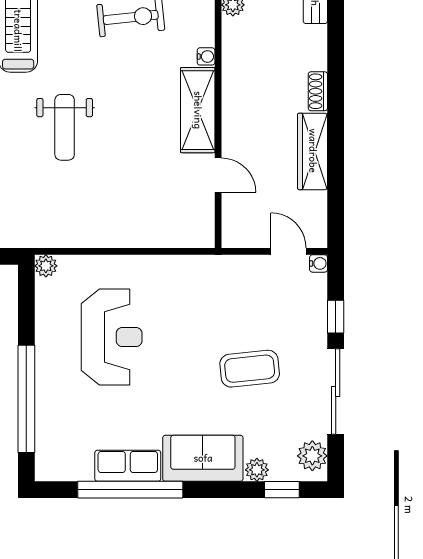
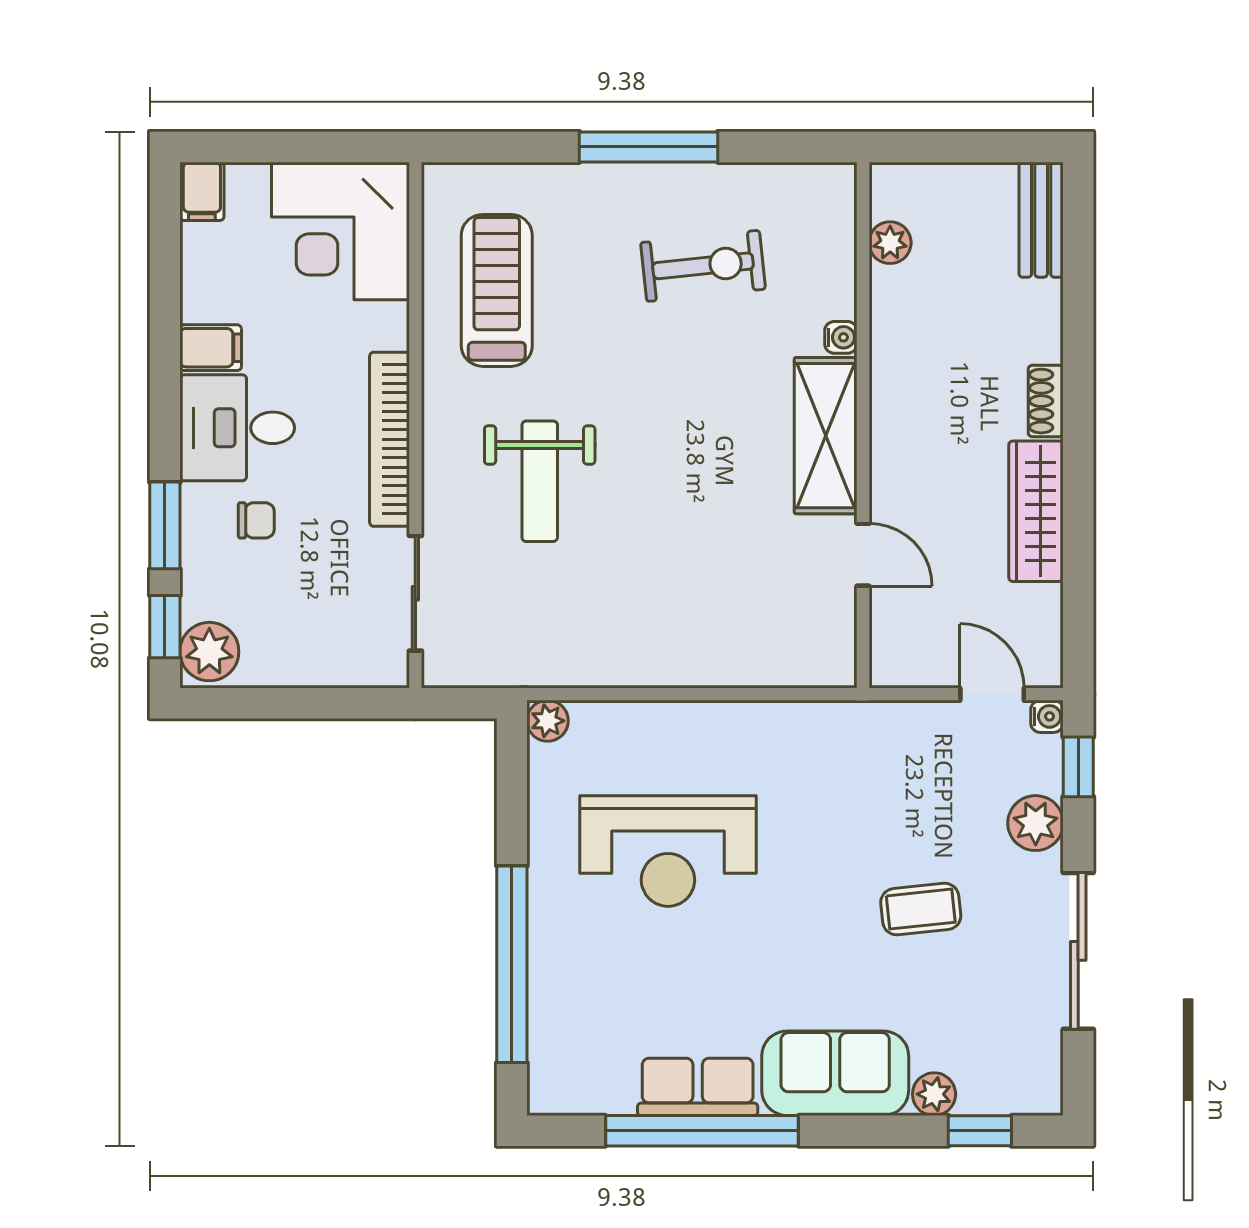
weight bench: (65, 127) -> (540, 481), moved
window: (336, 317) -> (1078, 767), moved
reception desk: (112, 337) -> (668, 851), turned 90
coffee table: (250, 369) -> (921, 909), width x0.73, depth x0.77
plant: (312, 456) -> (1036, 823), moved

